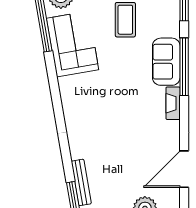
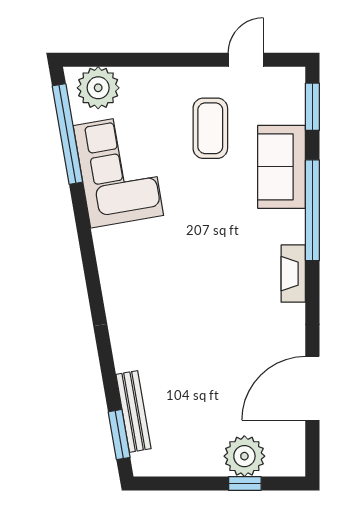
sofa: (166, 62) -> (282, 167), moved

